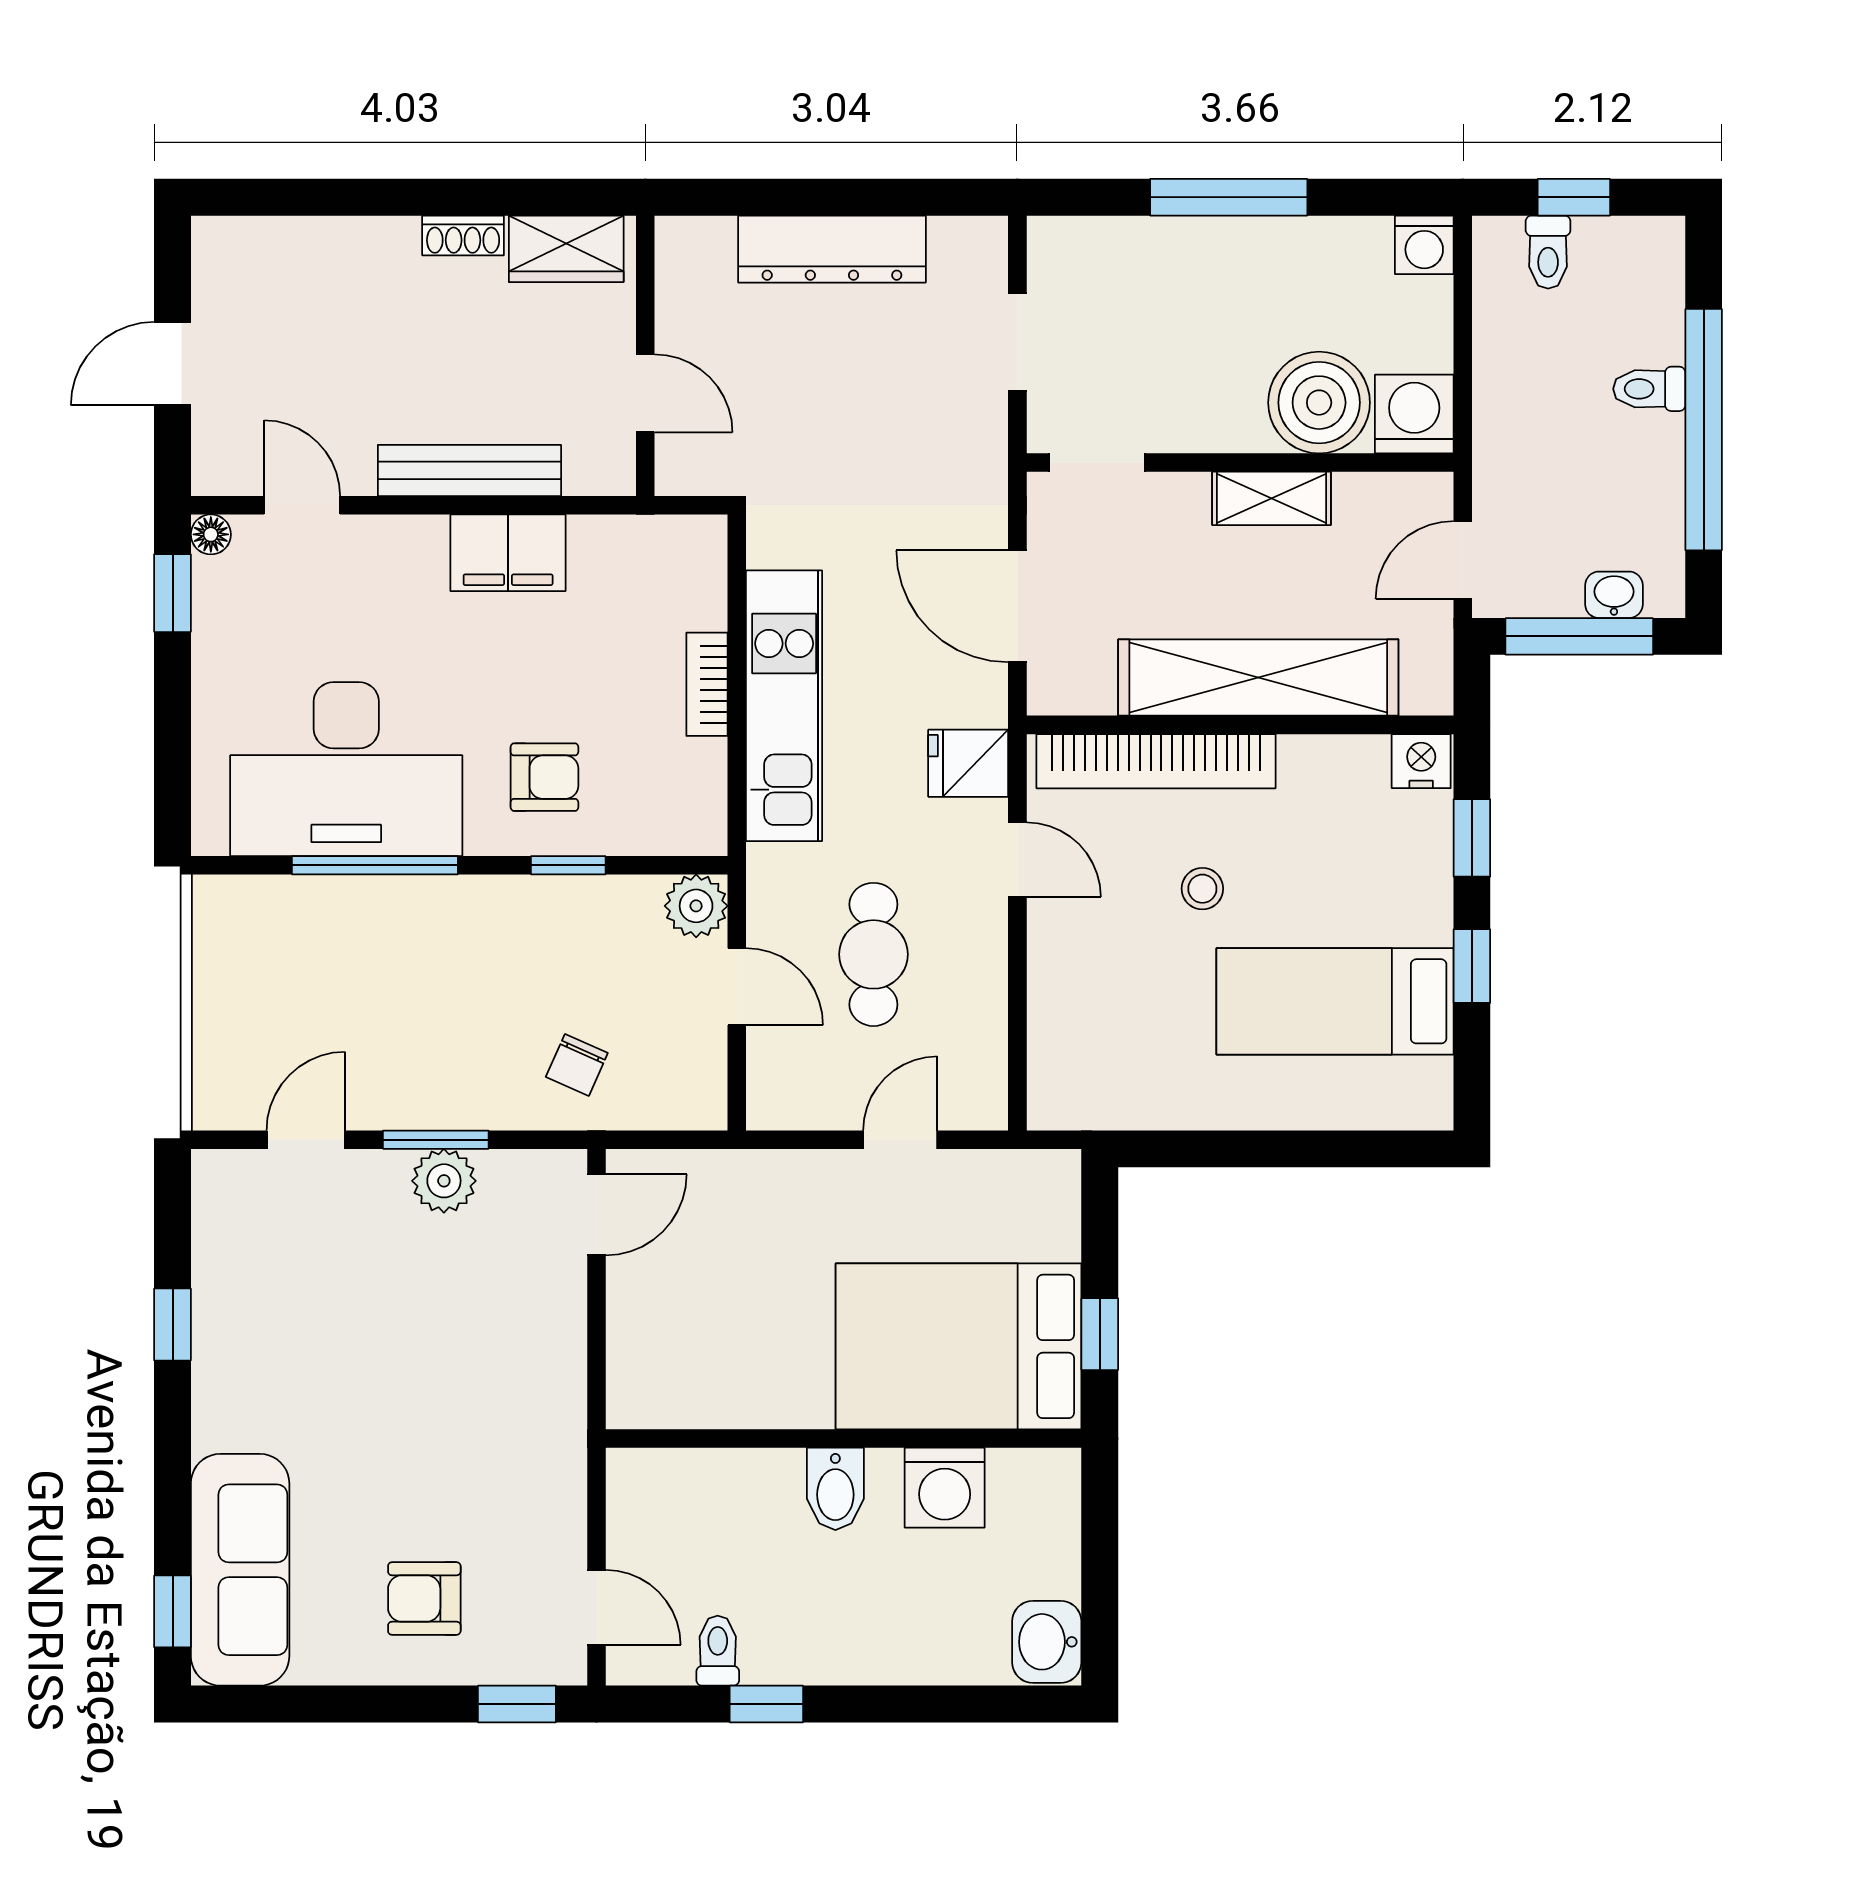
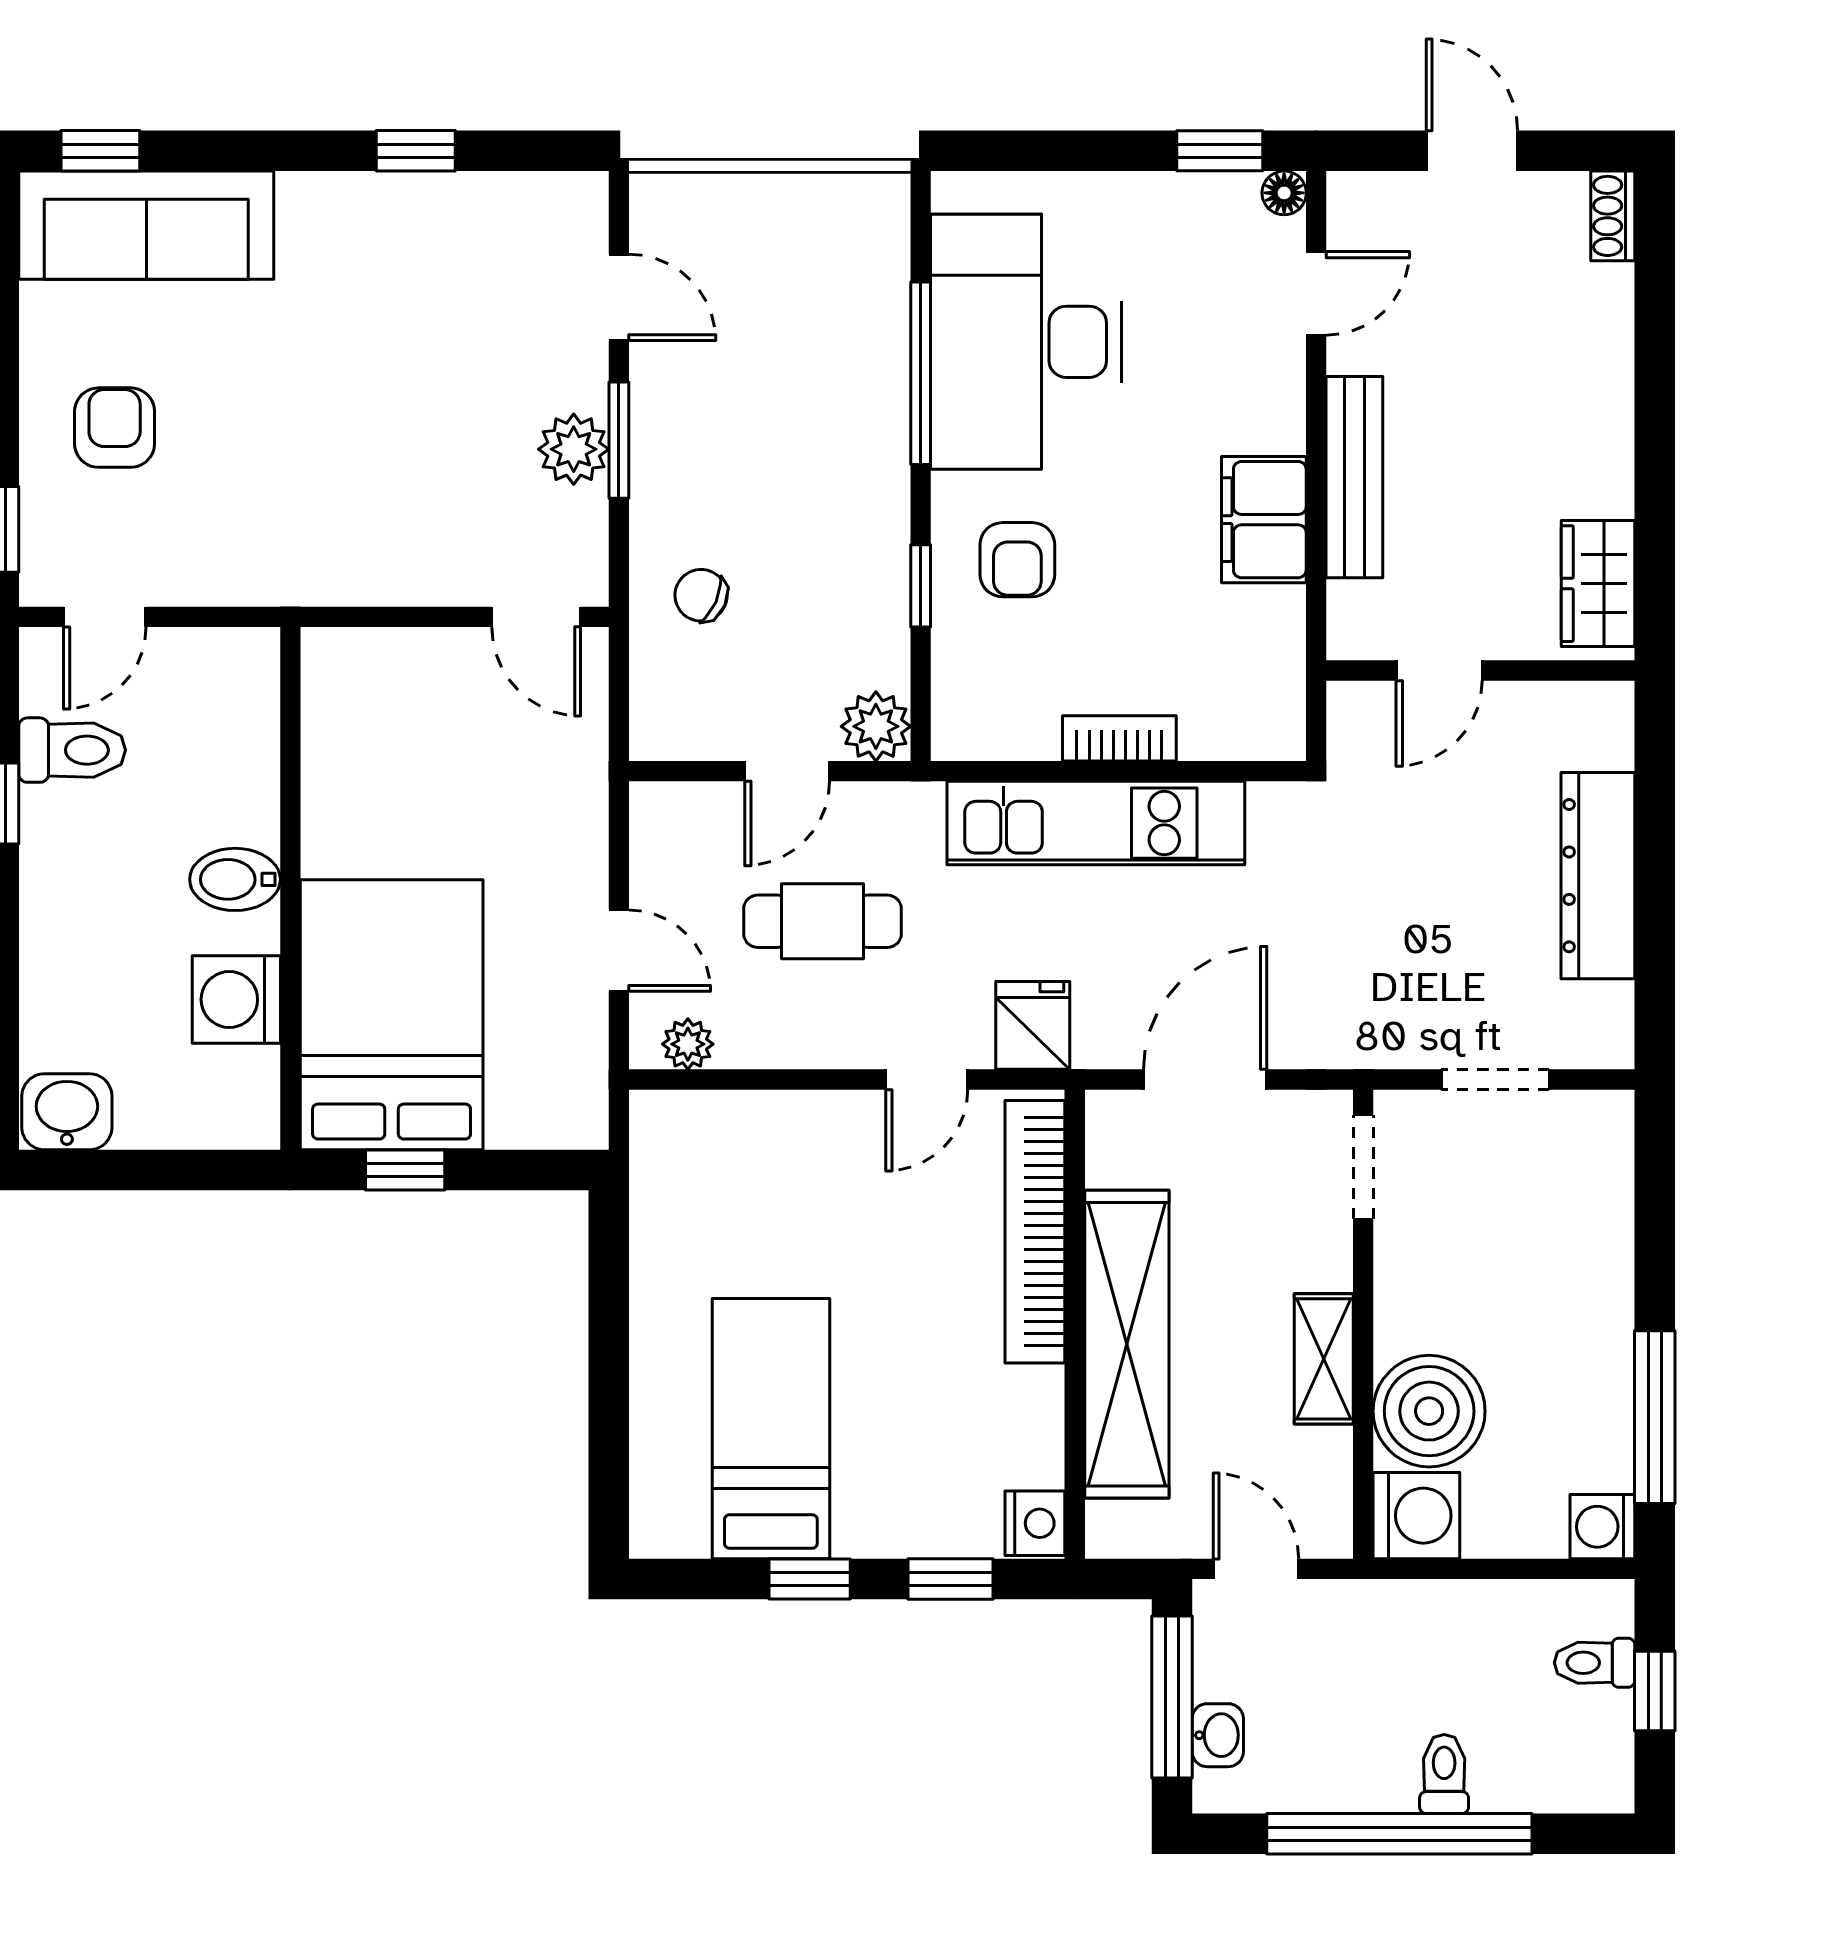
window: (1229, 197) -> (1655, 1417), moved
shoe rack: (463, 235) -> (1613, 216), moved
stool: (1202, 889) -> (895, 1283), removed
plant: (985, 1077) -> (688, 1044), added
toilet: (718, 1651) -> (72, 750), width x1.37, depth x1.39

